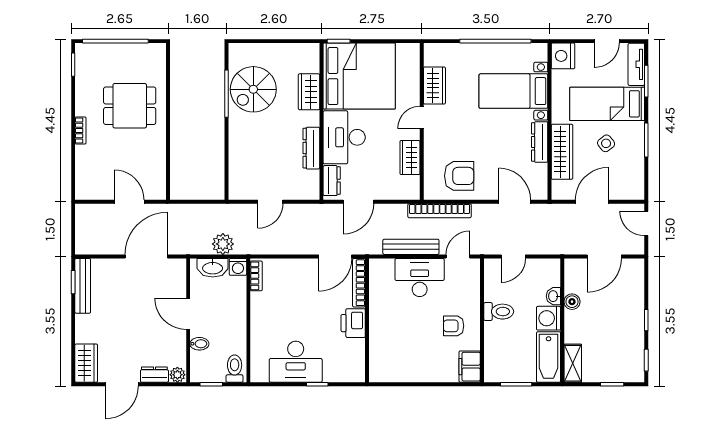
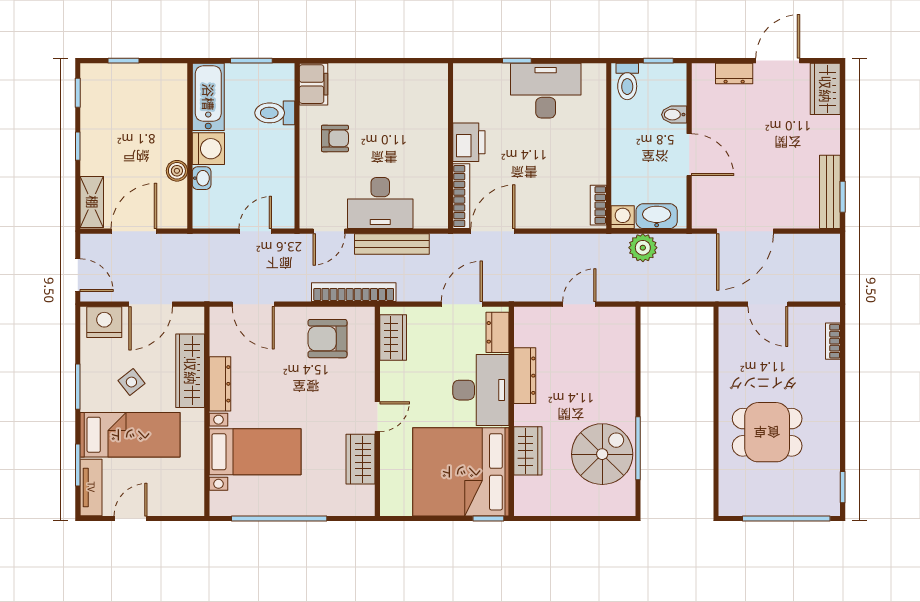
nightstand: (563, 56) -> (104, 322), moved, turned -90
bookcase: (80, 131) -> (833, 341), moved
wardrobe: (410, 158) -> (393, 337), moved
toilet: (499, 312) -> (275, 113), moved
shelving: (573, 363) -> (92, 202), moved
plant: (177, 375) -> (703, 73), removed

